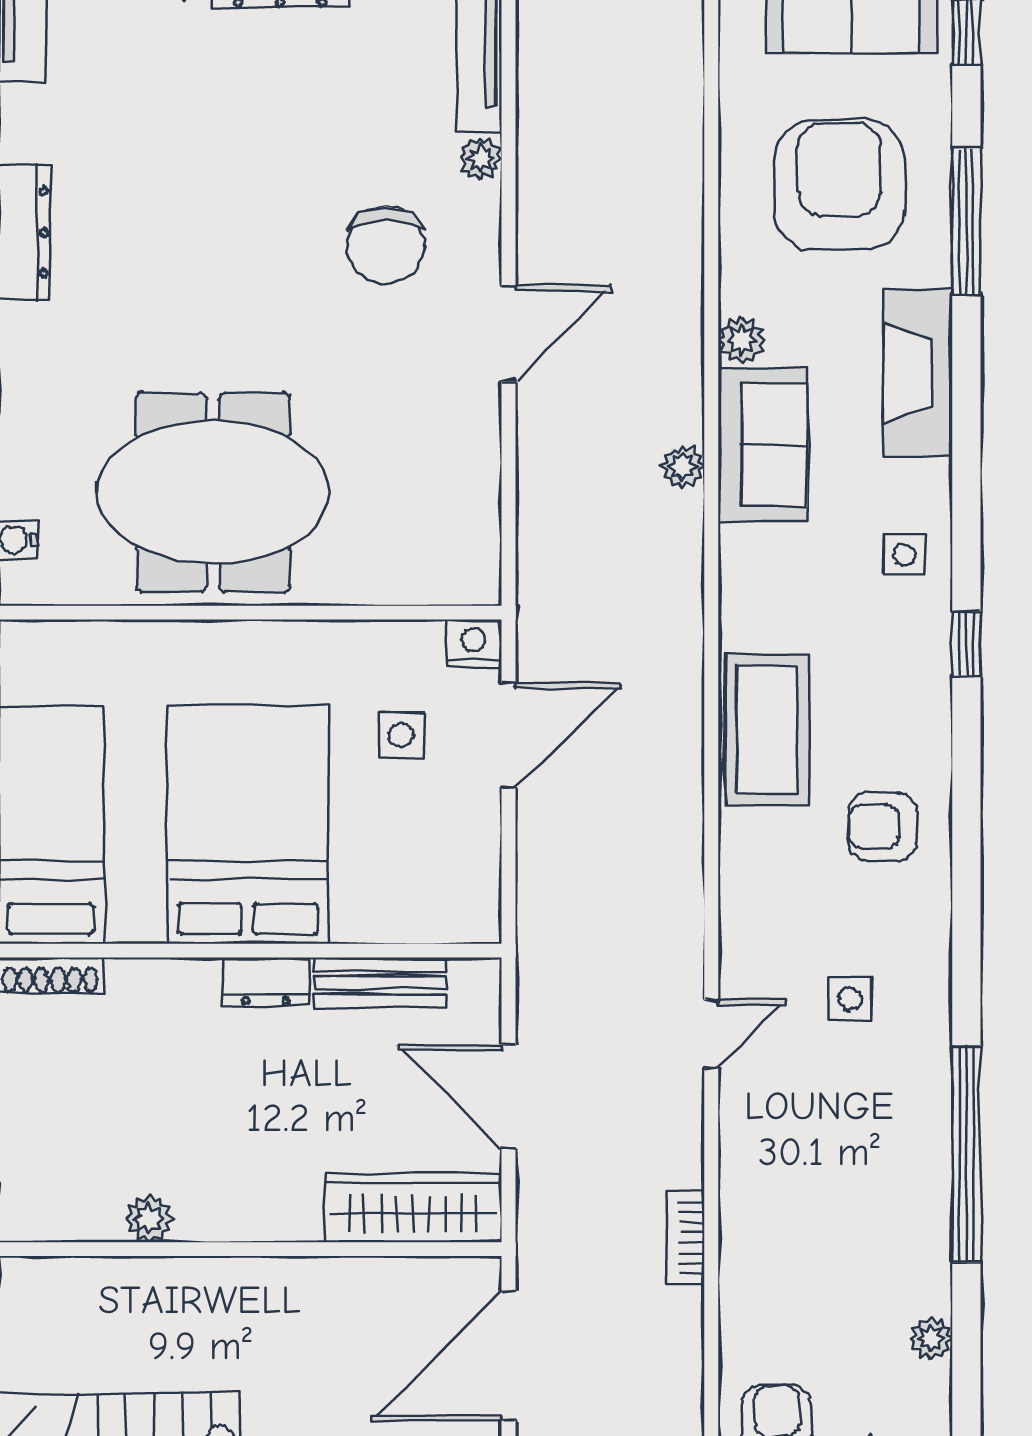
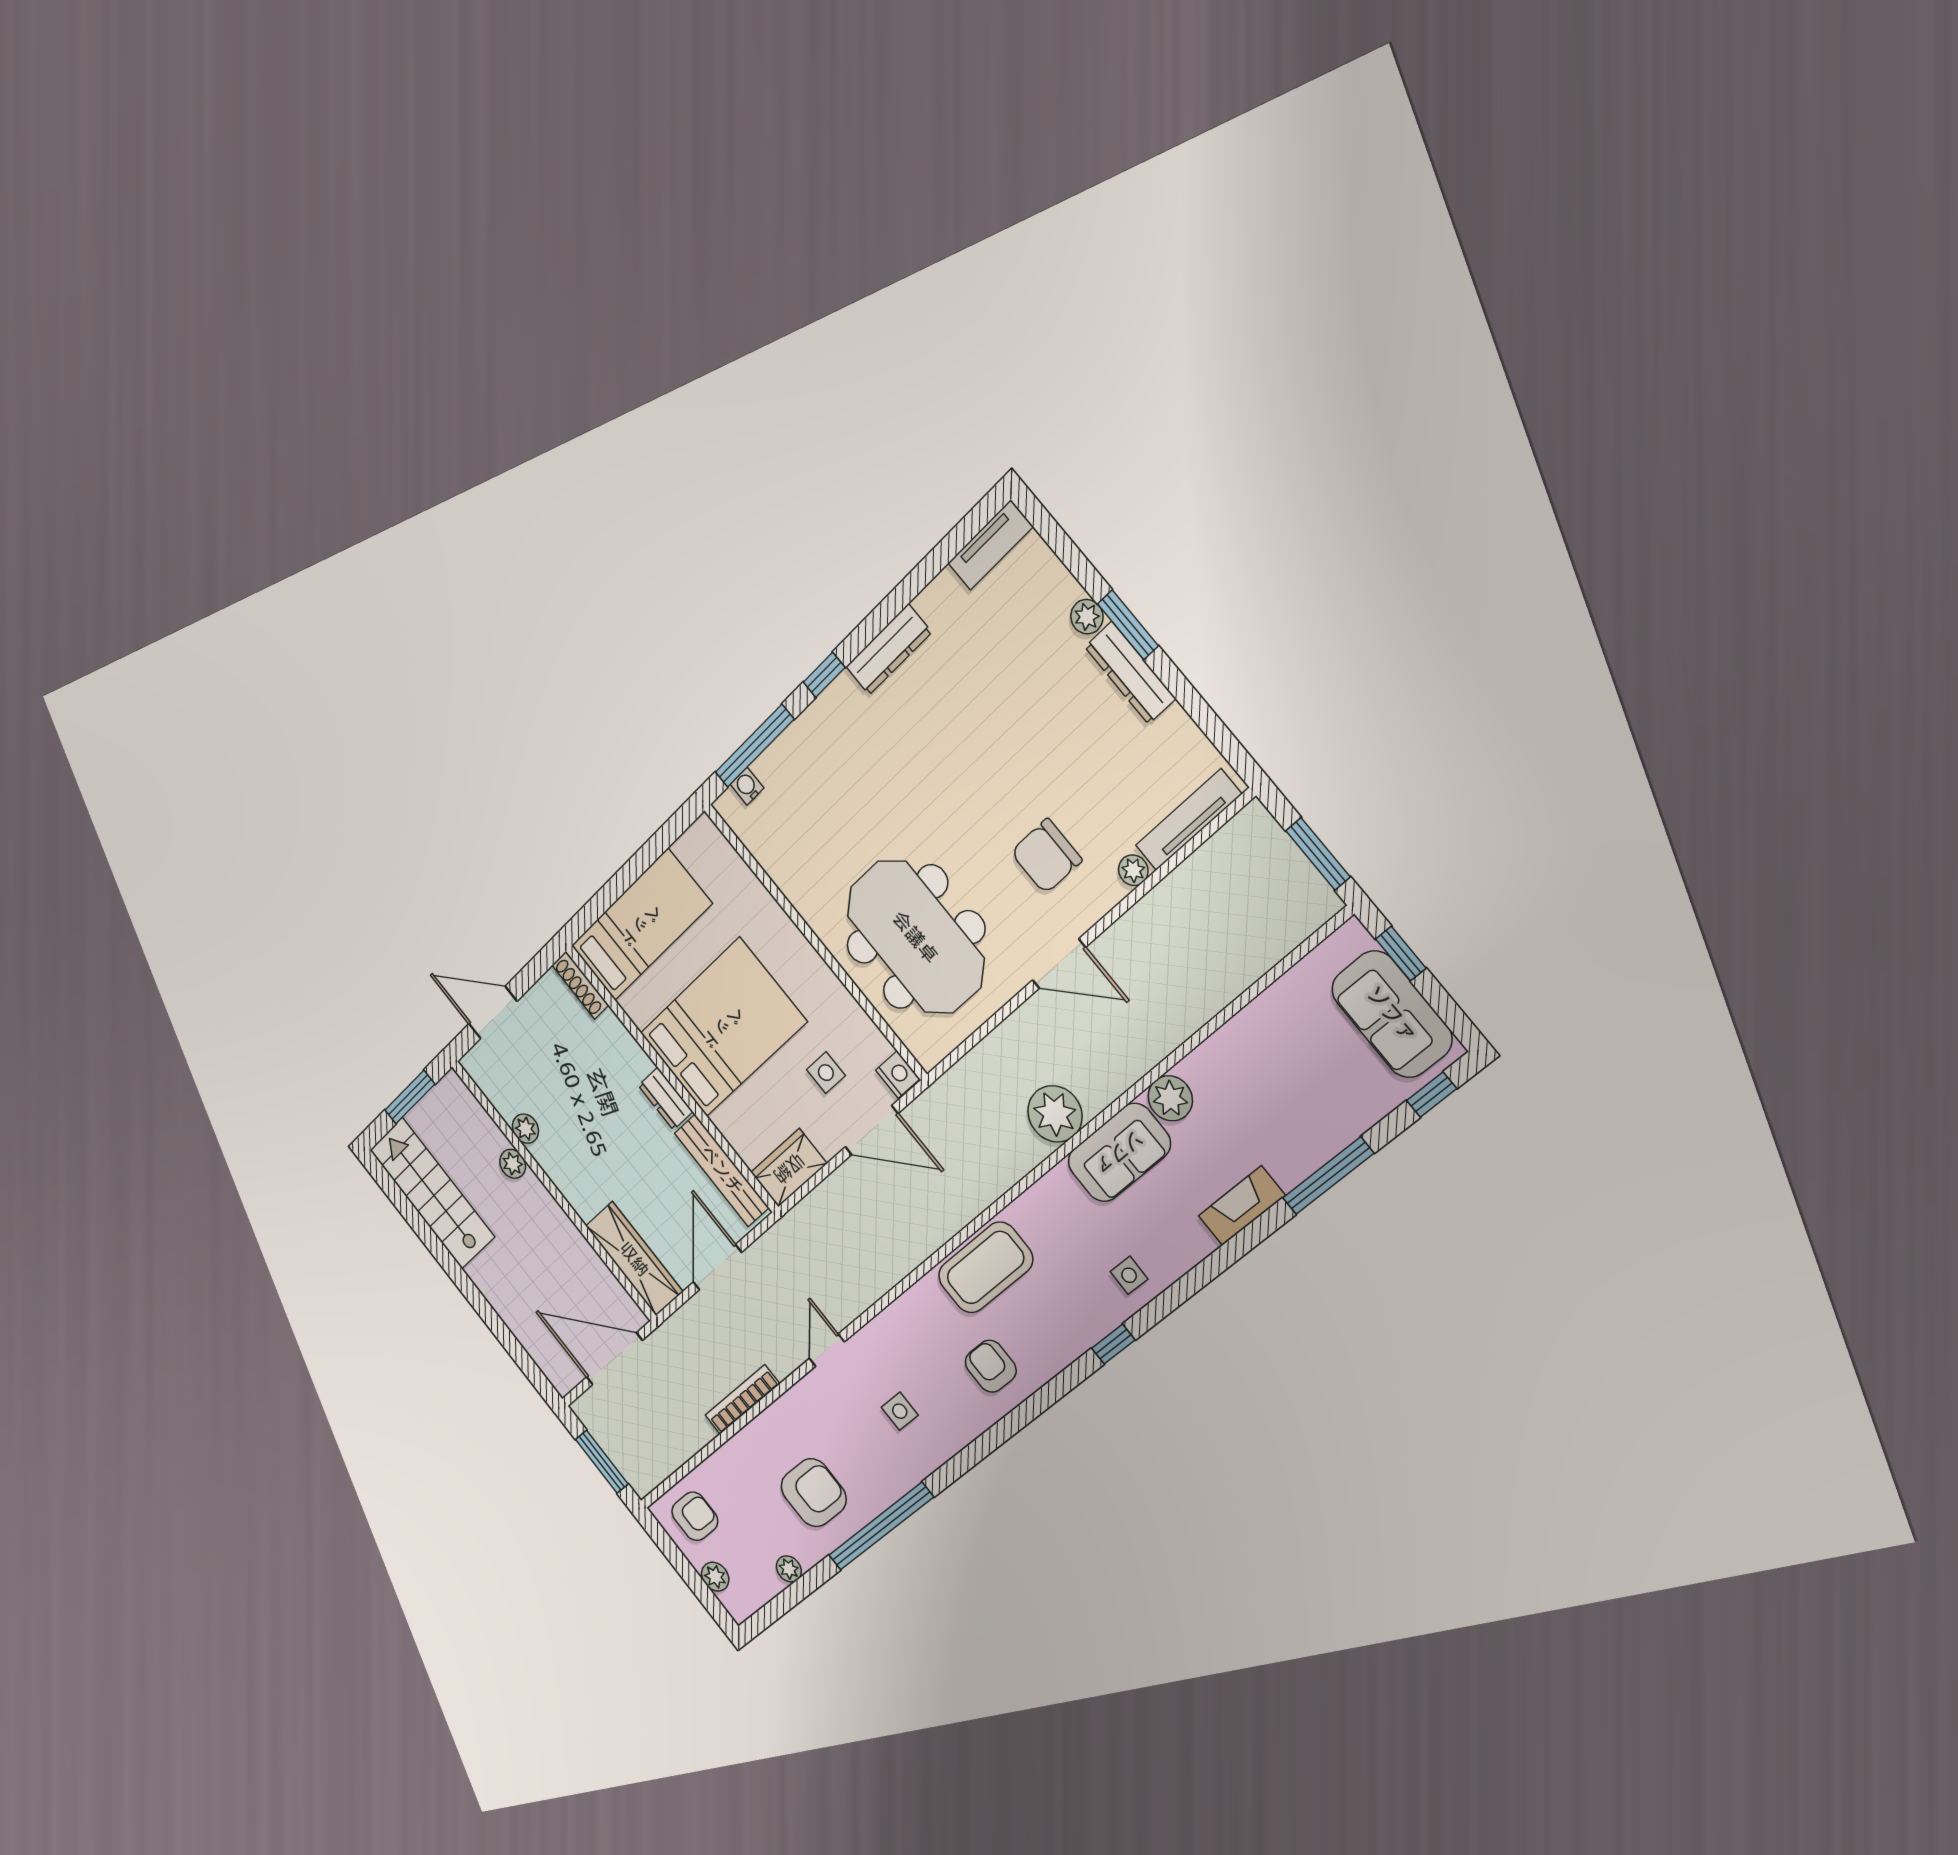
armchair: (839, 185) -> (814, 1493), moved, width x0.73, depth x0.73
plant: (741, 340) -> (1170, 1098), width x1.38, depth x1.38
fireplace: (918, 373) -> (1242, 1206), width x0.73, depth x0.76
plant: (683, 466) -> (1055, 1114), width x1.88, depth x1.88
meeting table: (213, 492) -> (915, 937), moved
wardrobe: (469, 887) -> (789, 1168), added
bench: (380, 983) -> (722, 1170), width x1.36
door: (711, 1034) -> (827, 1350), swing flipped
bookcase: (686, 1238) -> (742, 1400), width x1.56
plant: (175, 1279) -> (513, 1164), added

